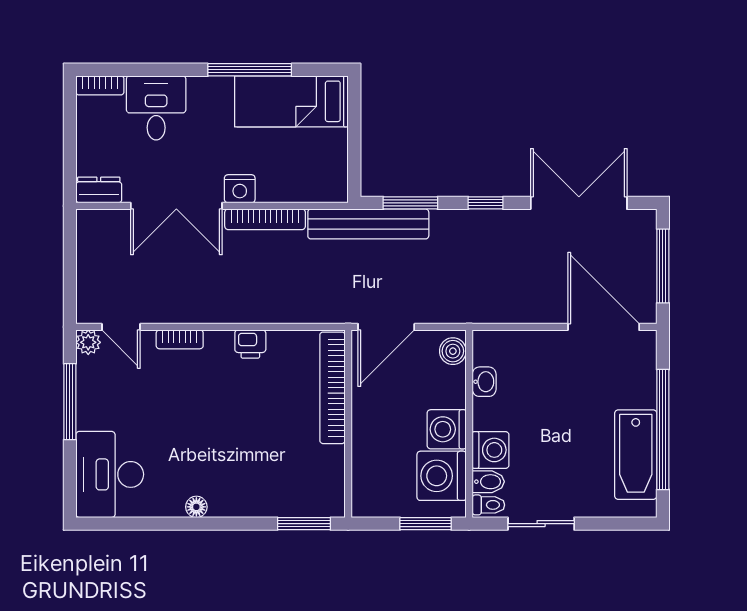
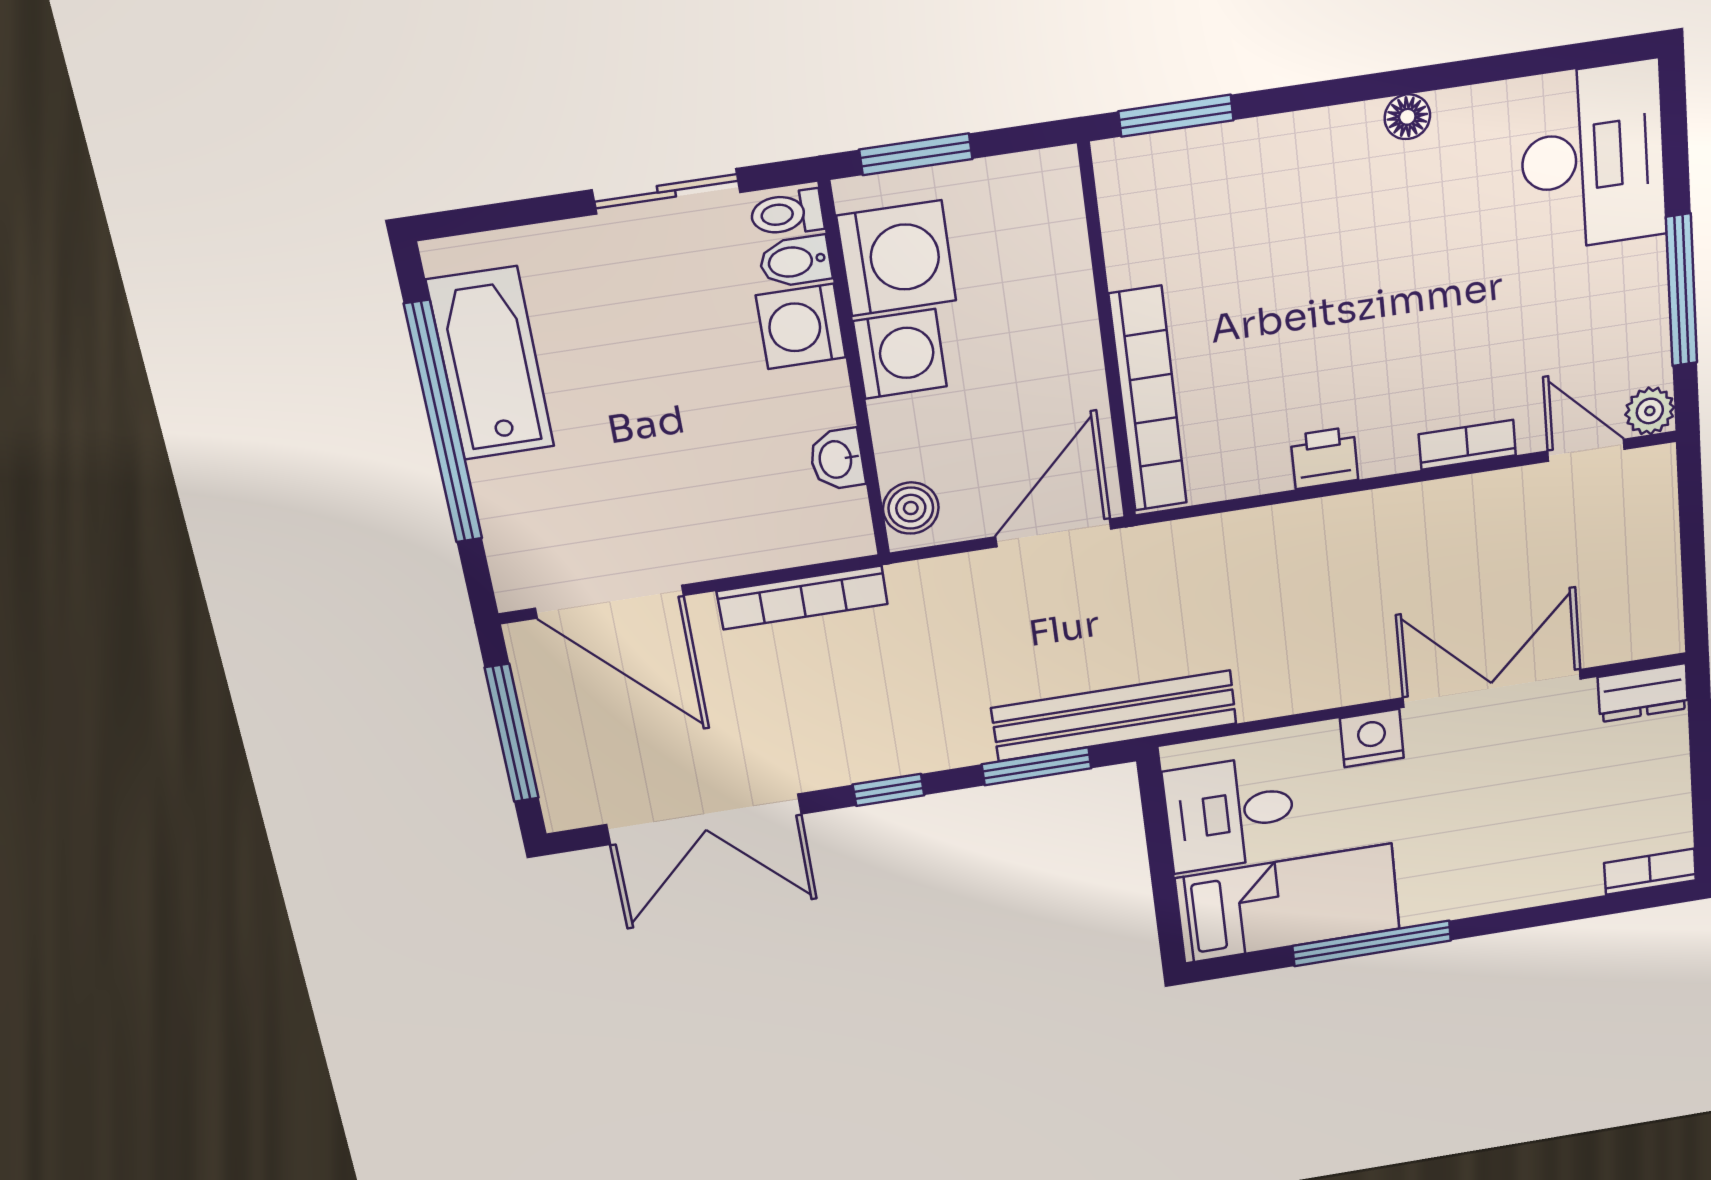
desk: (156, 108) -> (1230, 813), moved, turned 90
bookcase: (265, 219) -> (802, 598), moved, turned 180

